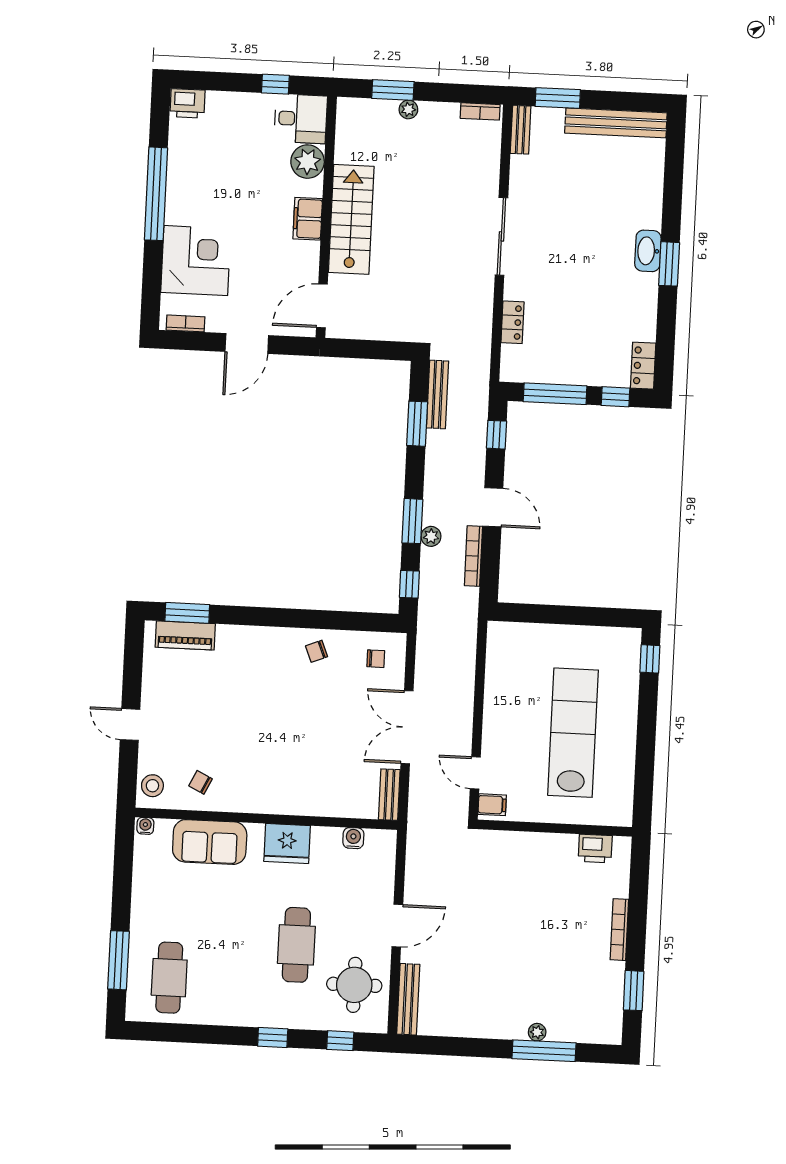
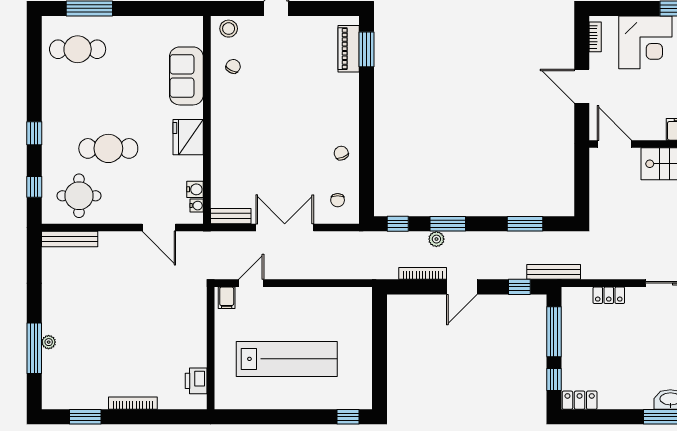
bench: (437, 394) -> (554, 272), moved
water cooler: (145, 826) -> (197, 206), moved
door: (397, 926) -> (159, 227), moved

